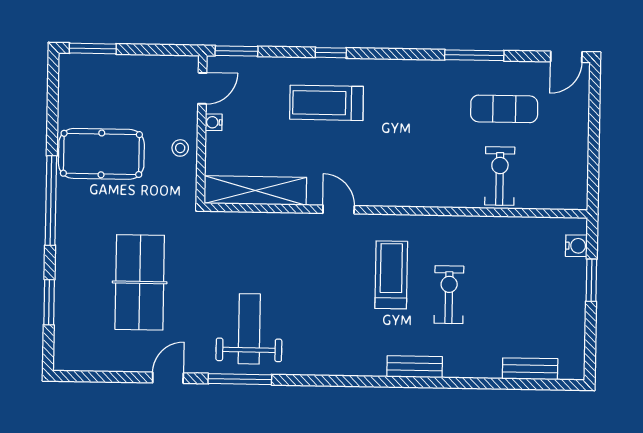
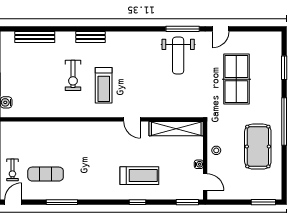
door: (202, 88) -> (205, 182), swing flipped
pool table: (101, 154) -> (258, 147), turned 90
exercise bike: (500, 176) -> (12, 170), moved, width x0.73, depth x0.72
bench: (530, 369) -> (35, 37), width x1.36

